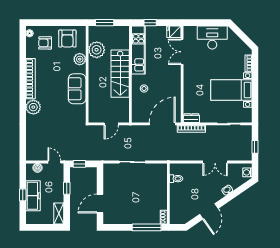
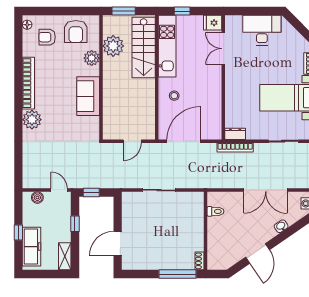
stairs: (120, 74) -> (144, 47), moved
door: (162, 124) -> (183, 141), moved
double door: (215, 162) -> (266, 190), width x1.37
freezer: (33, 196) -> (32, 247), moved

